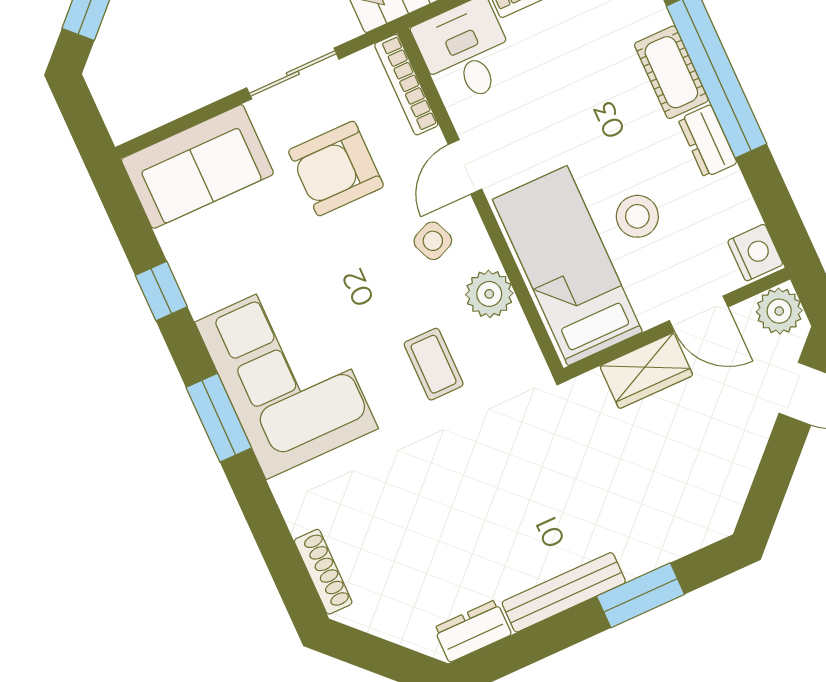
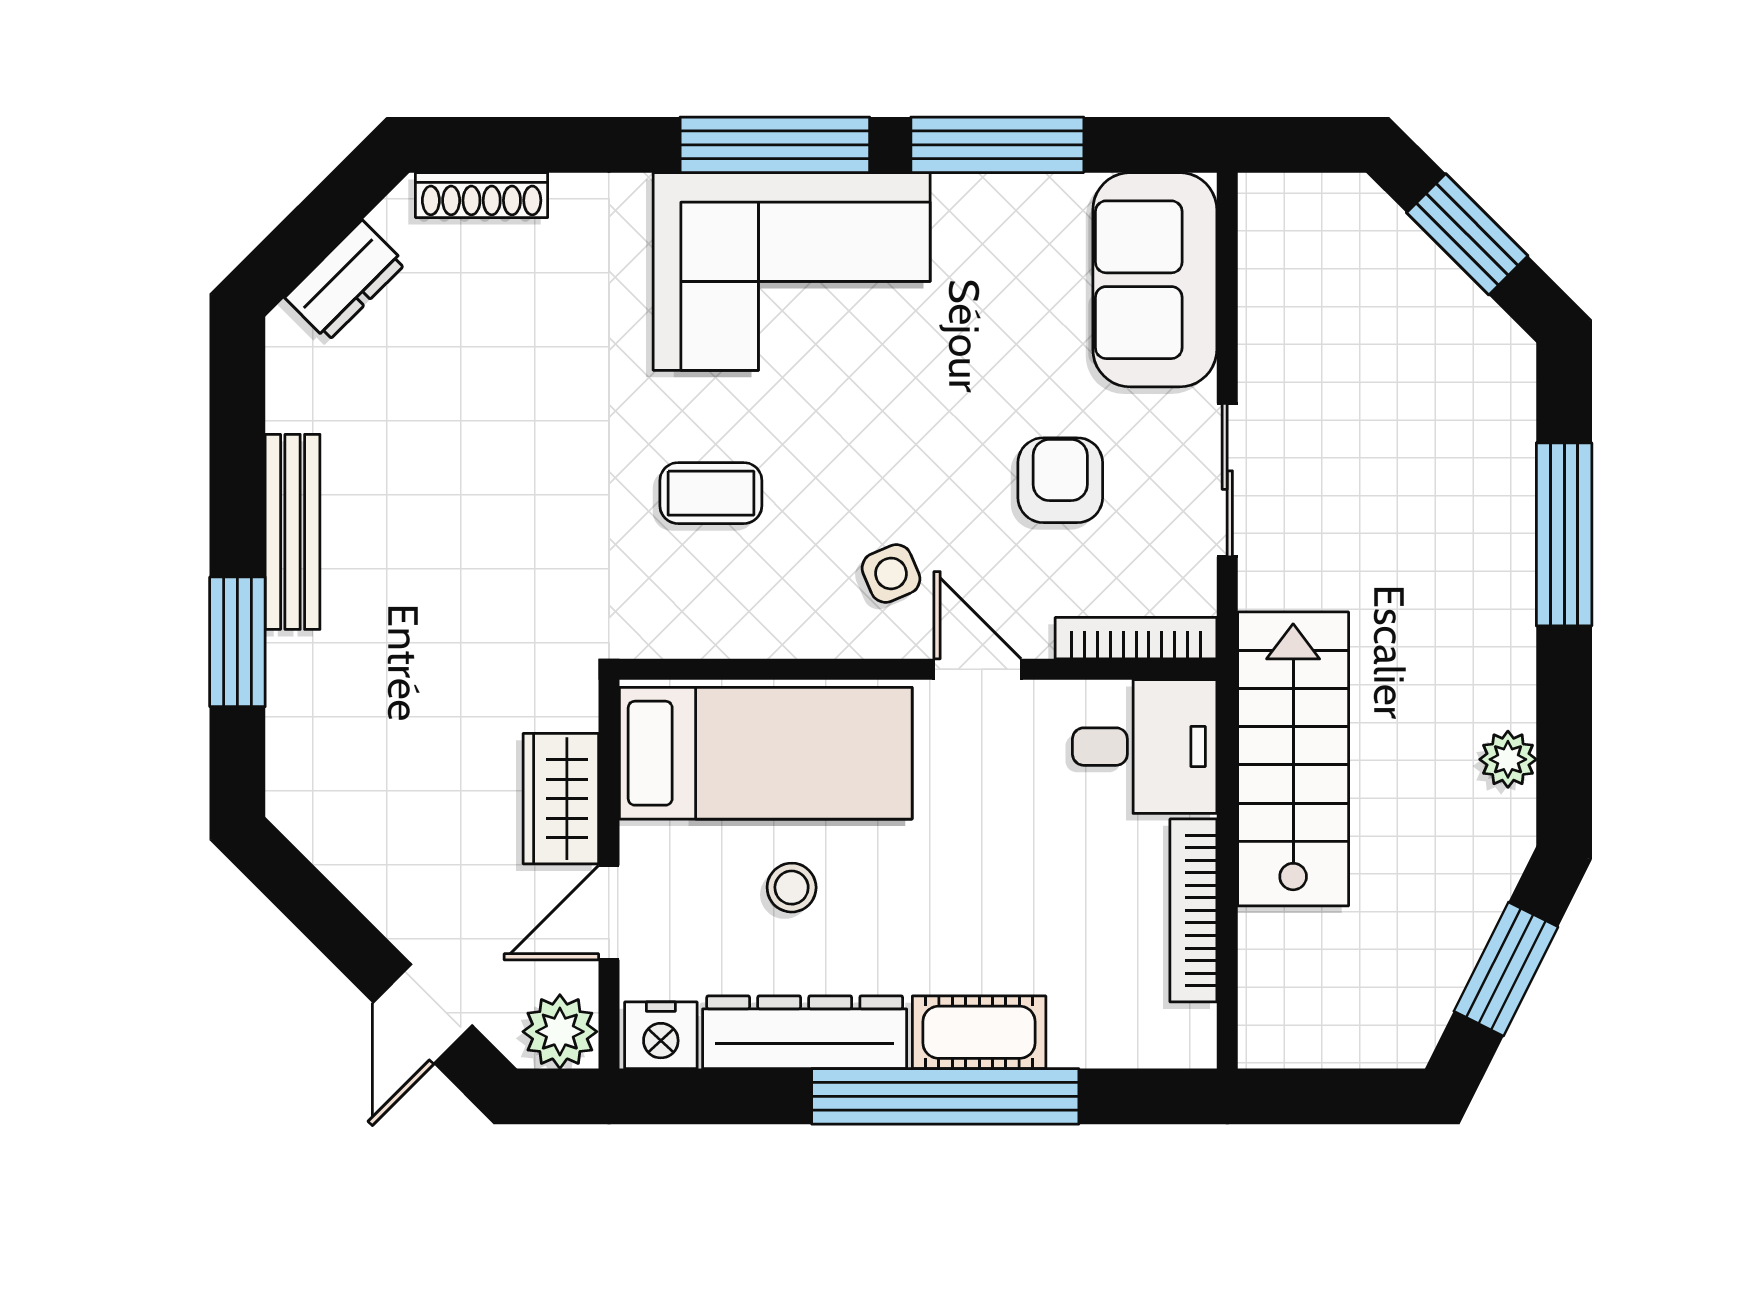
dresser: (707, 141) -> (805, 1032), width x1.96, depth x1.24
armchair: (336, 169) -> (1060, 480), width x0.72, depth x0.72
stool: (637, 216) -> (792, 888), width x0.73, depth x0.73
window: (161, 291) -> (997, 145), width x2.17
plant: (489, 294) -> (776, 621), removed
window: (219, 418) -> (775, 145), width x1.44
dresser: (473, 631) -> (345, 281), moved, turned 45

